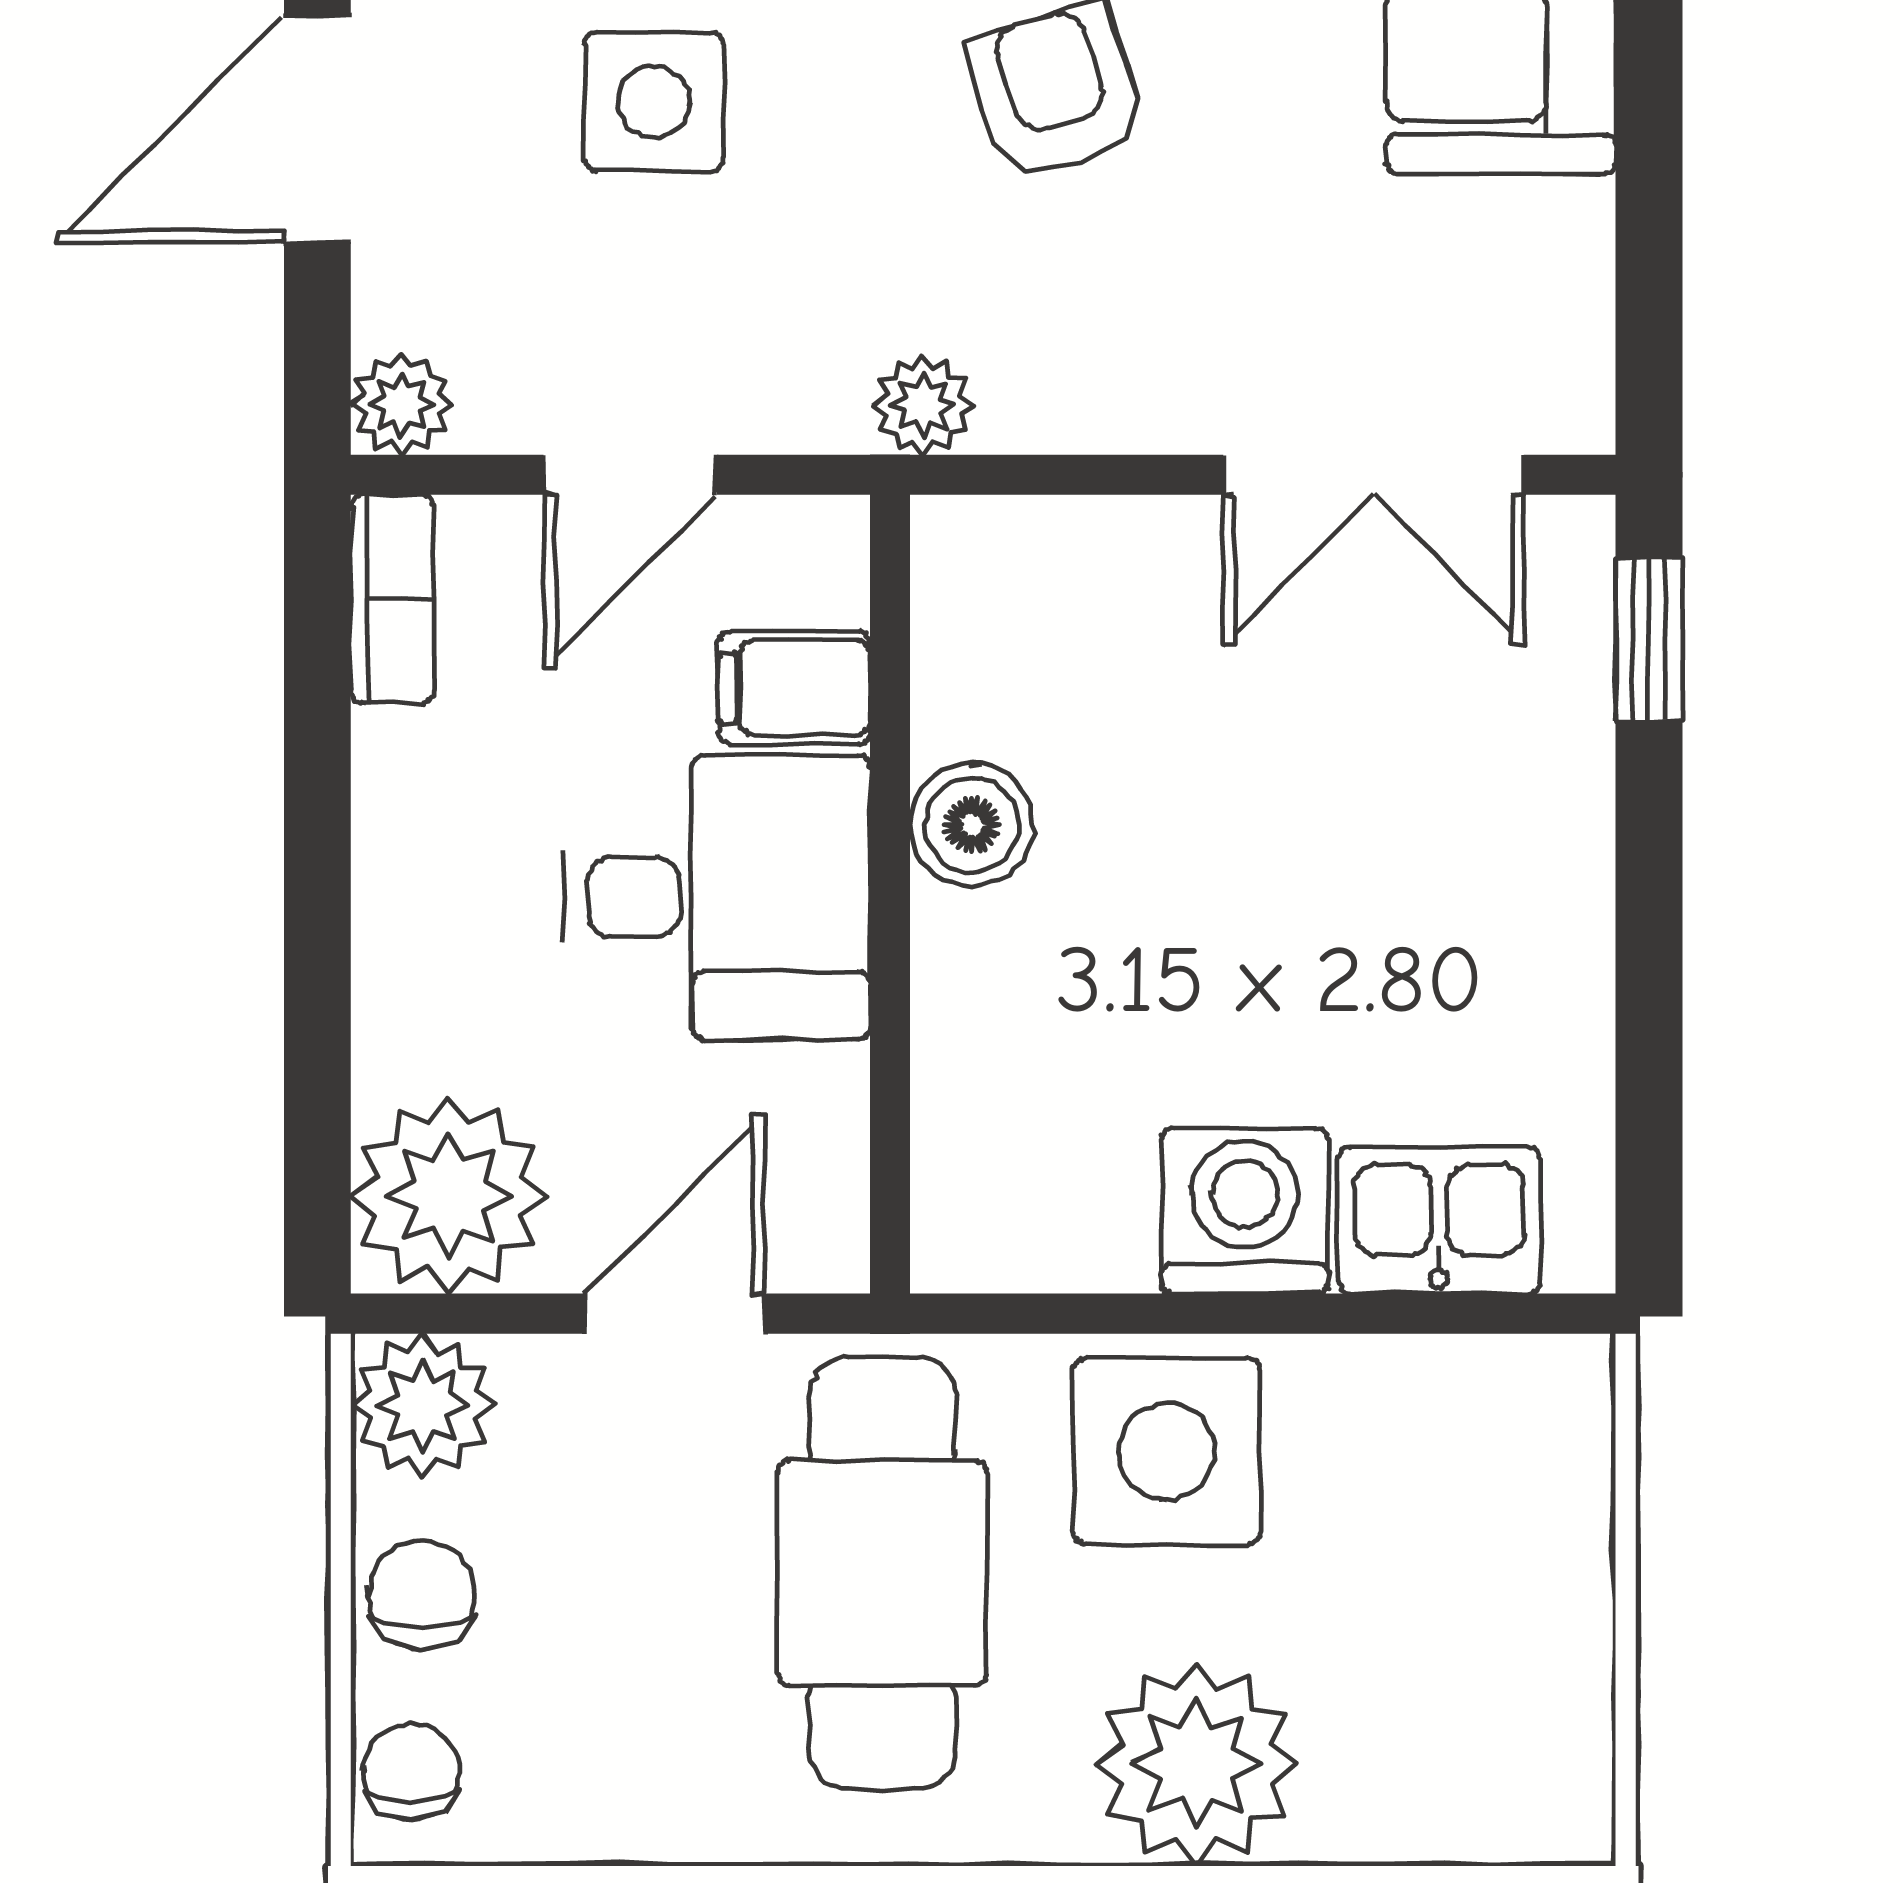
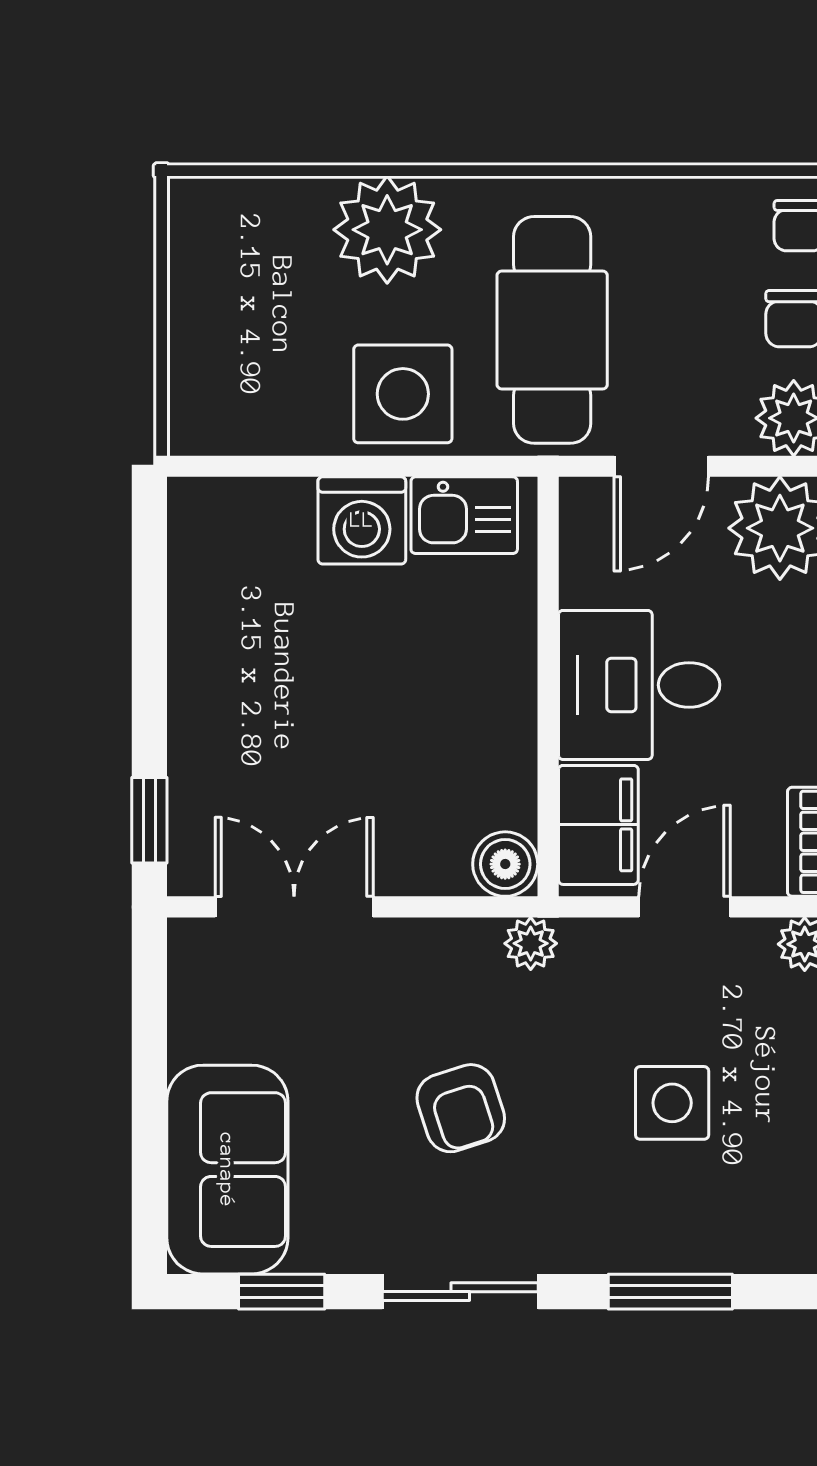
filing cabinet: (794, 688) -> (598, 825), width x2.00
boiler: (972, 825) -> (505, 864), moved
kitchen sink: (1439, 1220) -> (464, 515), moved

